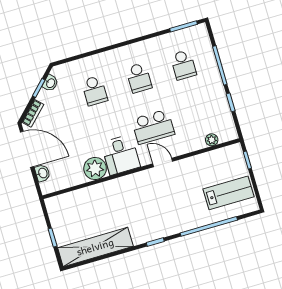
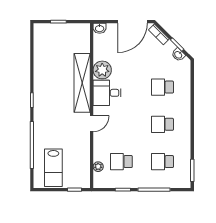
school desk: (153, 127) -> (121, 162), moved, width x0.54
washbasin: (42, 173) -> (100, 28), moved
shelving: (95, 247) -> (82, 83), moved

